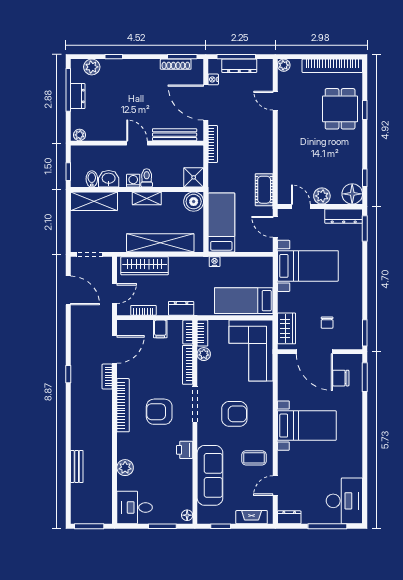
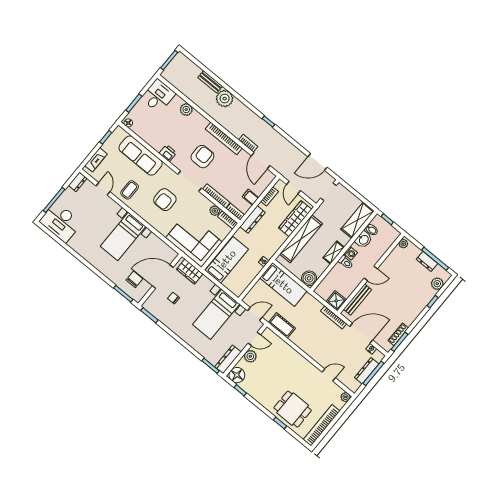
shower: (194, 177) -> (336, 301), moved
dresser: (181, 308) -> (253, 219), width x1.44
plant: (82, 438) -> (225, 99), added

